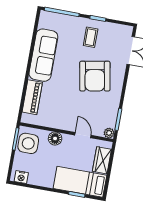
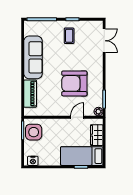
armchair: (95, 76) -> (74, 83), moved, turned 100
door: (83, 135) -> (77, 117), hinge flipped
floor lamp: (55, 138) -> (55, 124), removed

